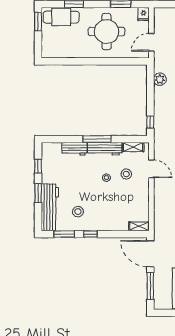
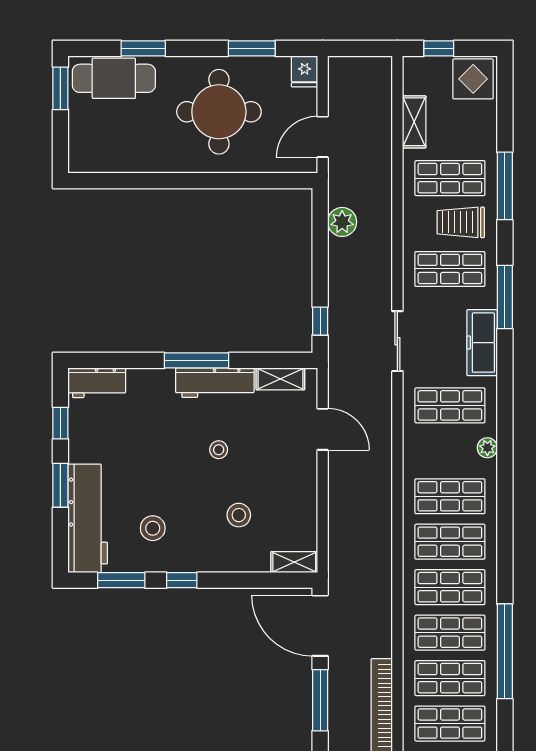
workbench: (74, 149) -> (97, 383), moved
stool: (126, 174) -> (239, 515), moved

